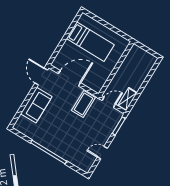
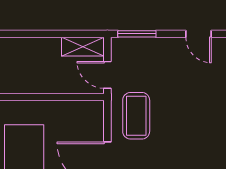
coffee table: (83, 104) -> (136, 116), turned 90

